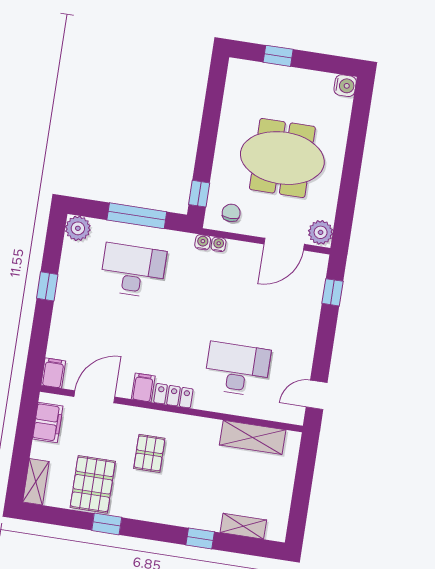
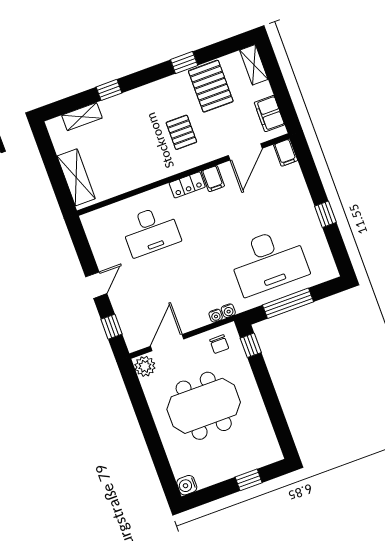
plant: (78, 228) -> (327, 270), removed
desk: (133, 270) -> (268, 261), width x1.36, depth x1.30
door: (317, 395) -> (96, 285), moved
shelving: (253, 437) -> (76, 177), moved, turned 90

